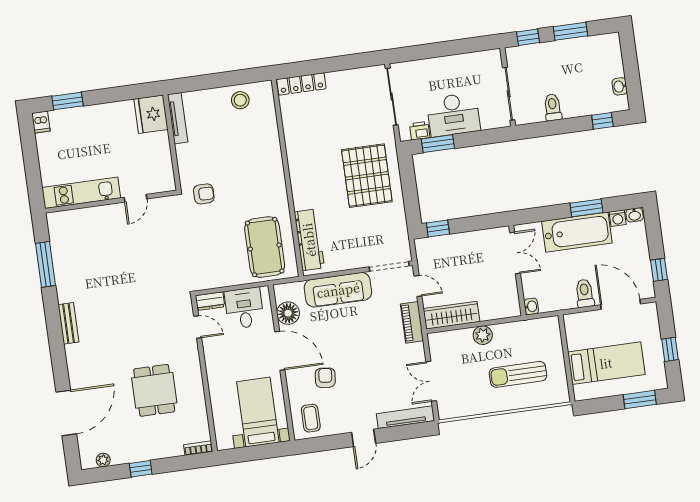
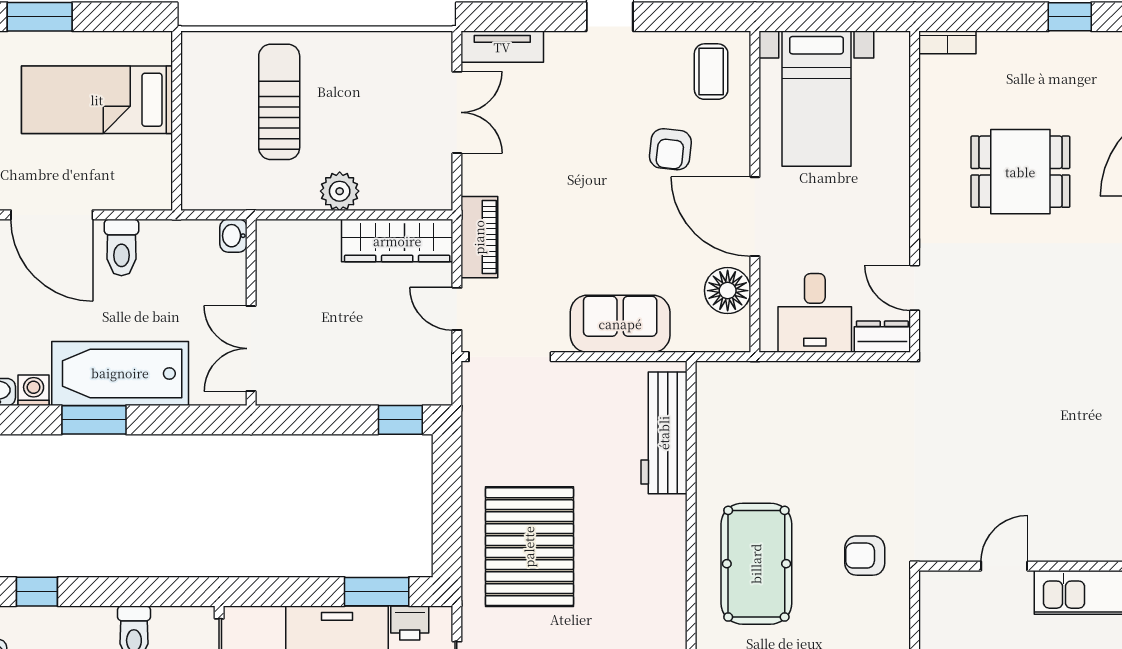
pool table: (265, 247) -> (756, 564), moved
sofa: (338, 290) -> (620, 324), width x0.73
sun lounger: (518, 374) -> (279, 102), turned -90
dining table: (154, 390) -> (1020, 172), turned 90
tv unit: (405, 417) -> (502, 47), width x0.71

